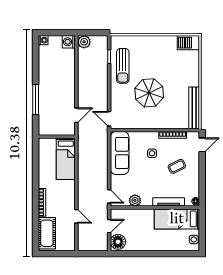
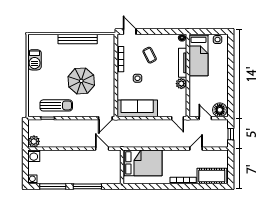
barbecue: (188, 43) -> (35, 60), moved
window: (36, 62) -> (53, 186), added
bench: (194, 108) -> (78, 39), moved
bed: (66, 159) -> (143, 163), width x1.50
door: (109, 196) -> (178, 118), swing flipped
plant: (135, 200) -> (181, 84), moved
window: (92, 254) -> (231, 134), added

